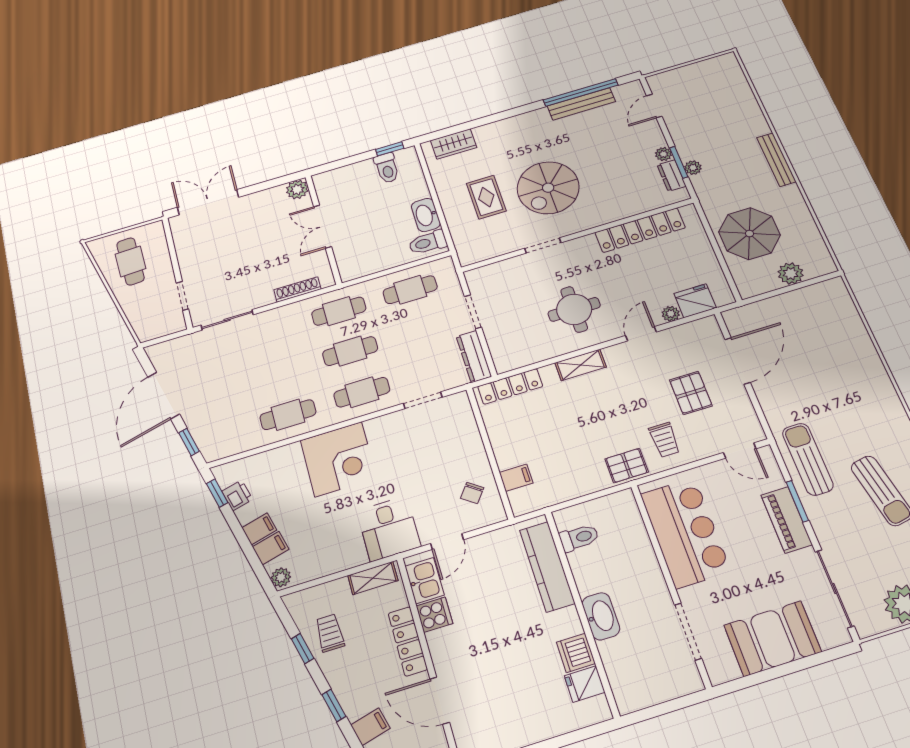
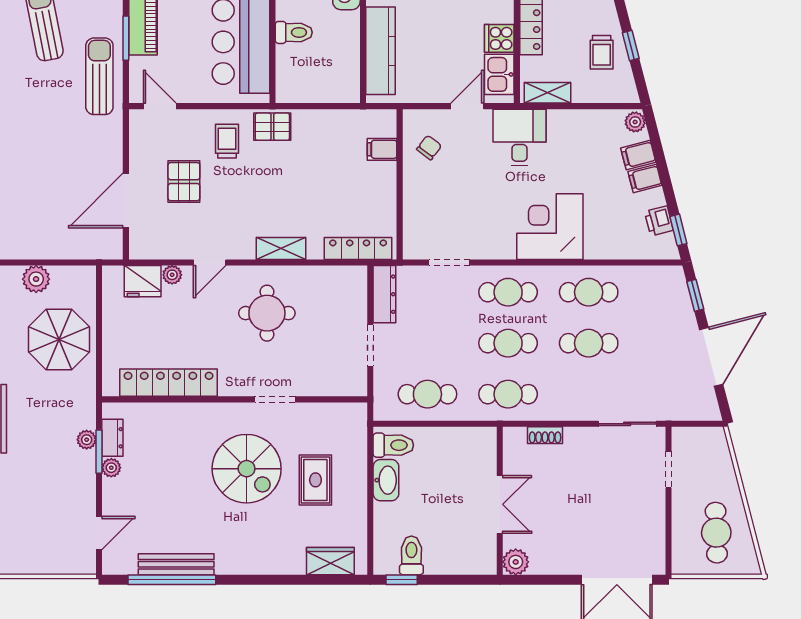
spiral stairs: (548, 188) -> (247, 469), turned 90
shoe rack: (297, 289) -> (545, 435), width x0.70
cafe table: (277, 373) -> (589, 343), added
sun lounger: (808, 459) -> (99, 76), turned 180
toilet: (579, 538) -> (294, 32), moved, turned 180

